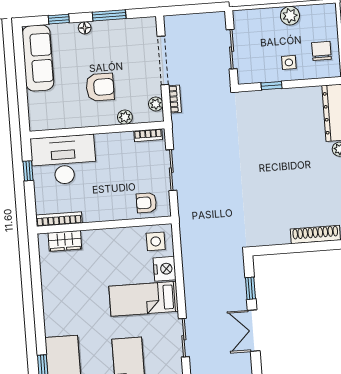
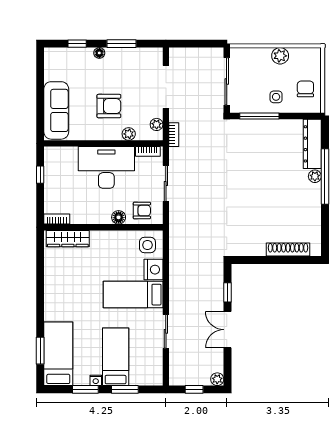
sliding door: (232, 49) -> (227, 81), width x1.37
sofa: (38, 58) -> (56, 110), moved
window: (272, 86) -> (259, 116), width x2.17
bookcase: (175, 99) -> (174, 135), moved
desk: (63, 160) -> (106, 167), moved
armchair: (146, 203) -> (142, 211), turned 180
floor lamp: (121, 213) -> (119, 217), added
bookcase: (59, 219) -> (57, 219), width x0.64
wardrobe: (65, 241) -> (68, 239), width x1.50

